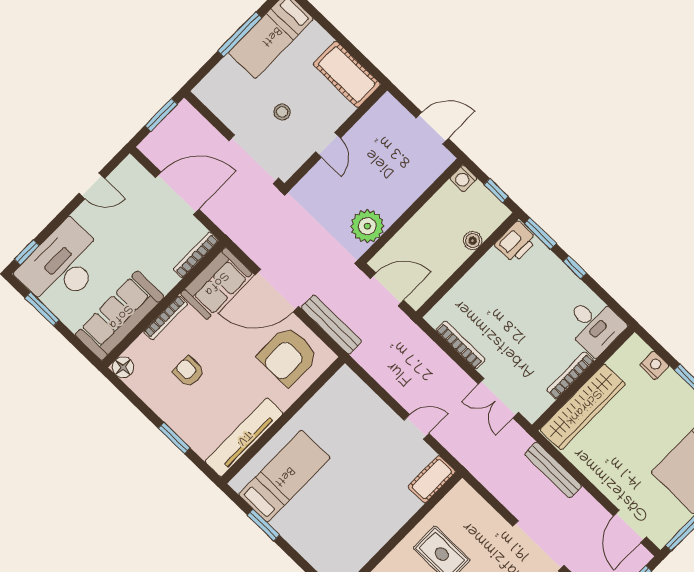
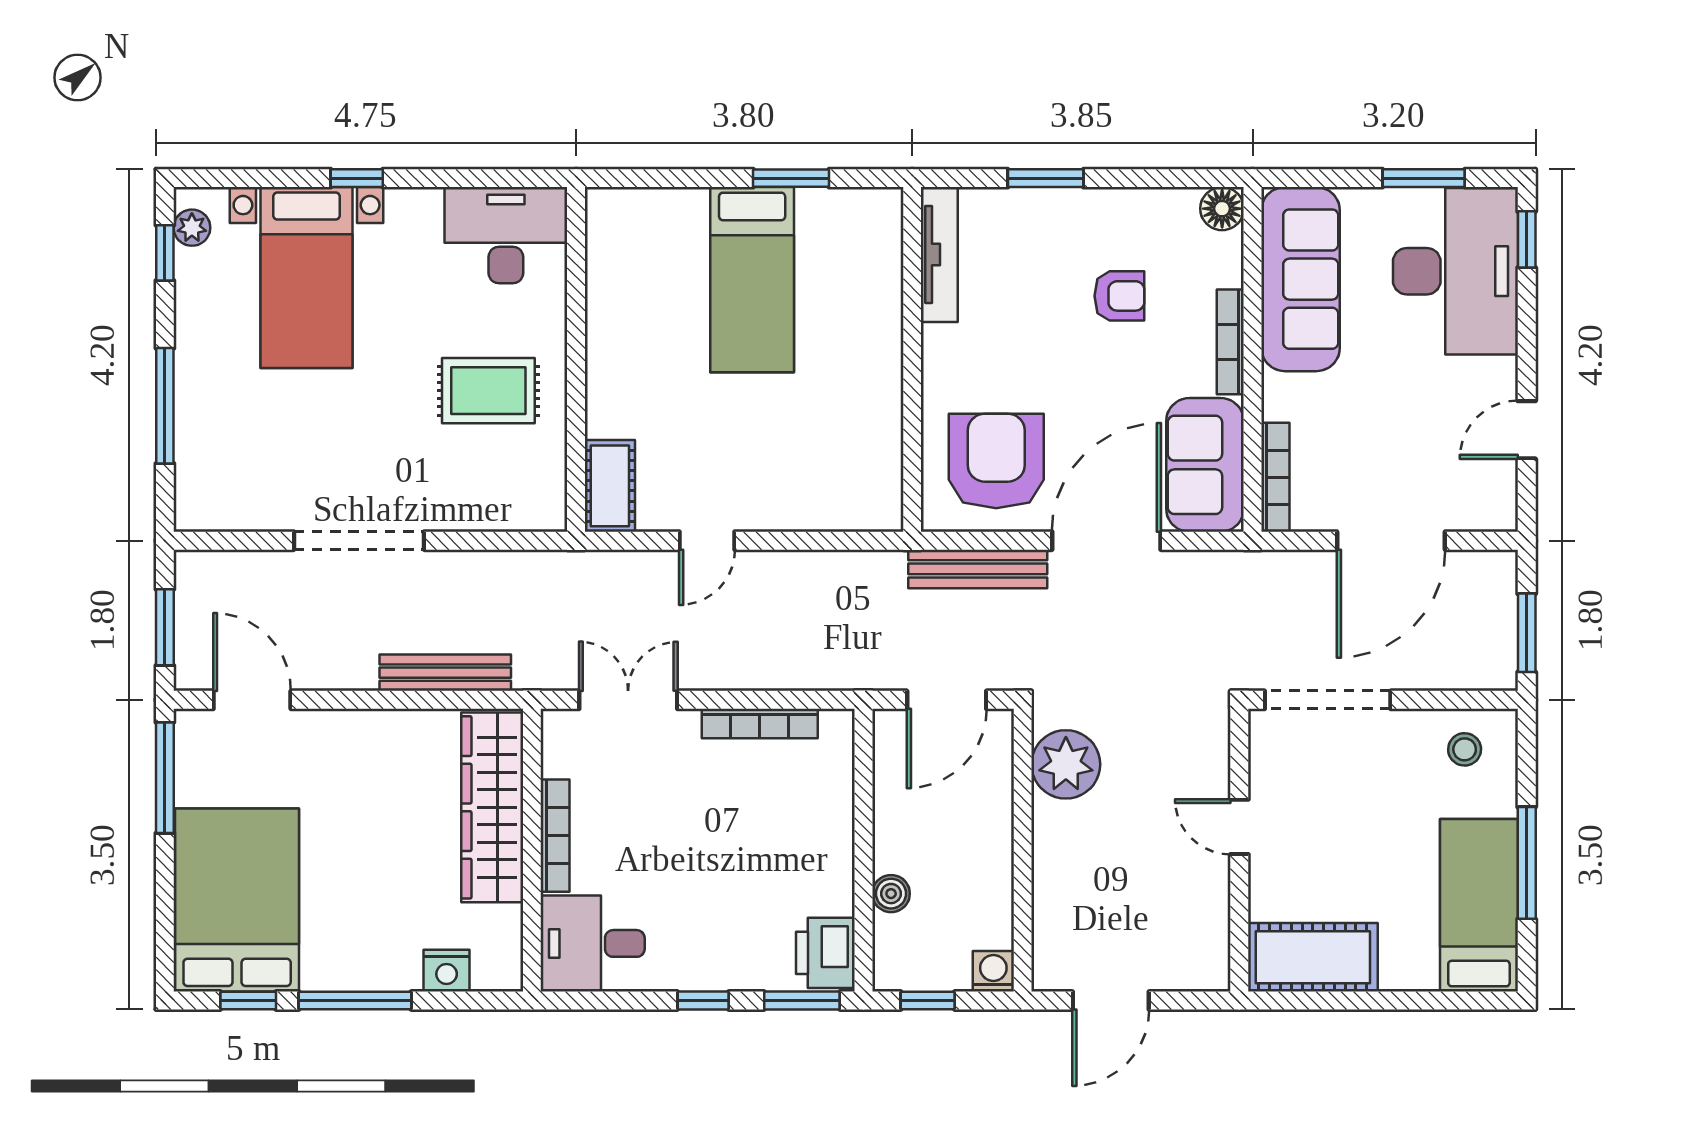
stool: (282, 112) -> (1465, 749), moved
tv unit: (244, 437) -> (939, 255), width x0.73, depth x0.78
bed: (284, 476) -> (752, 280), moved

